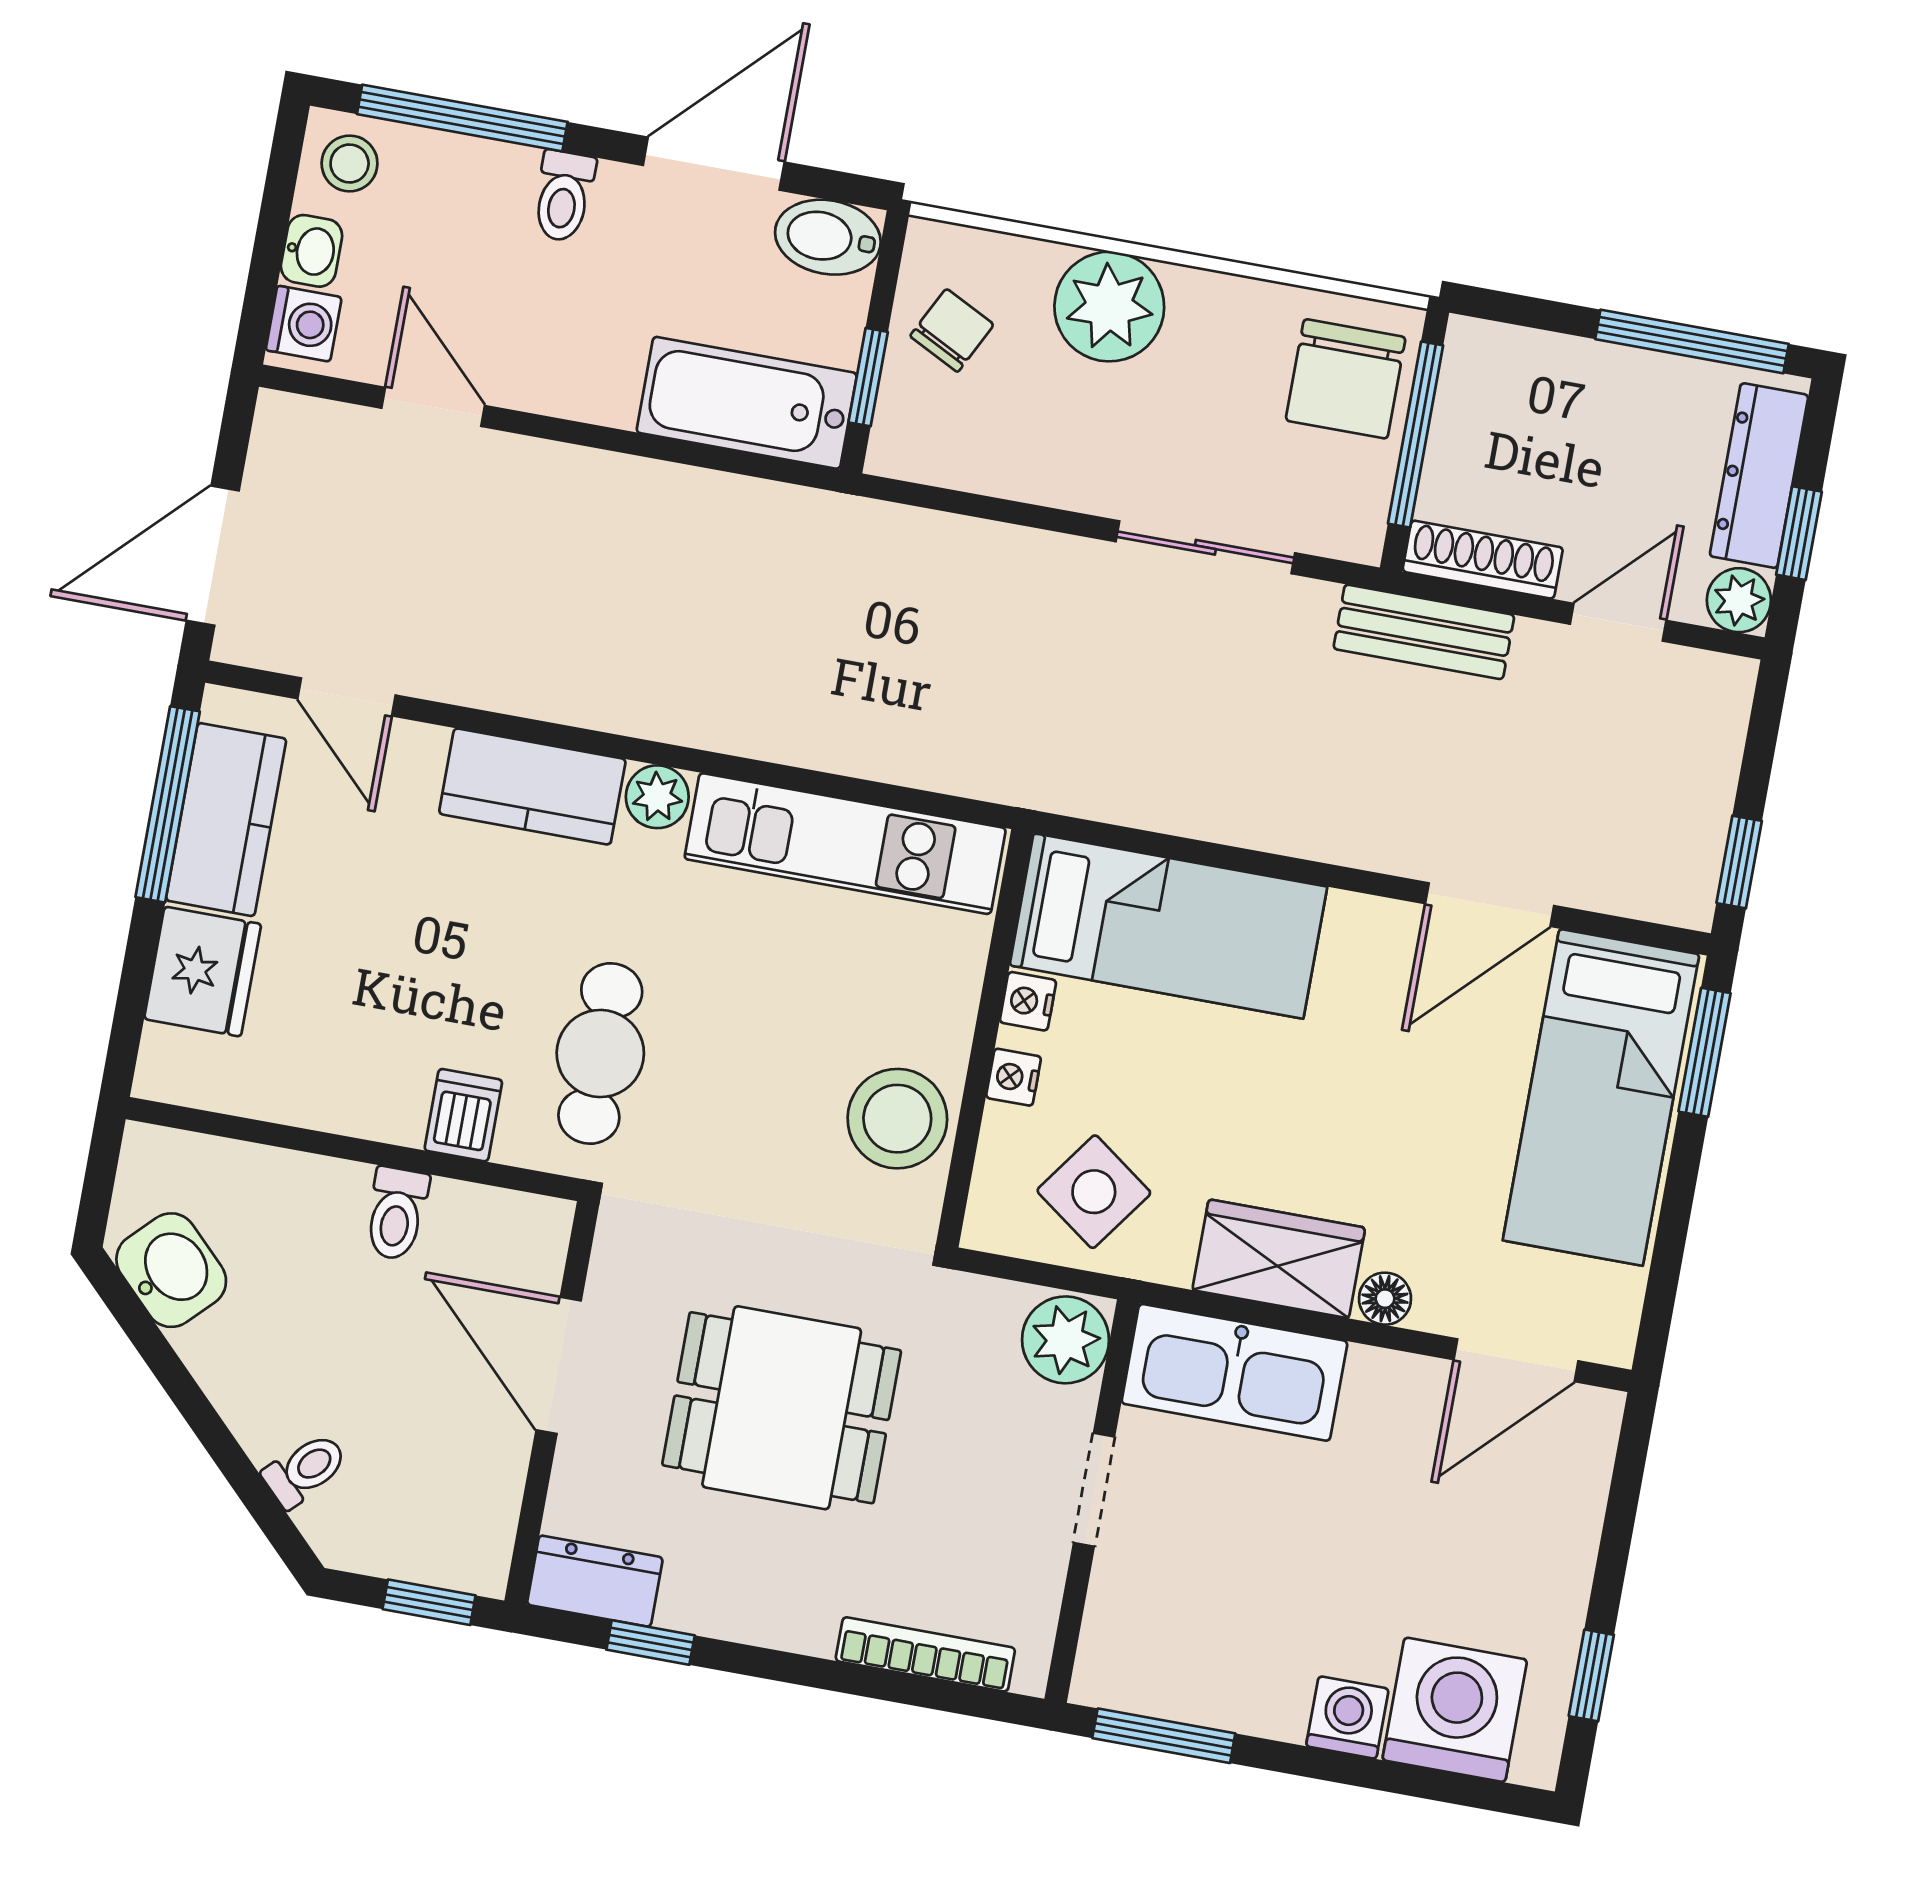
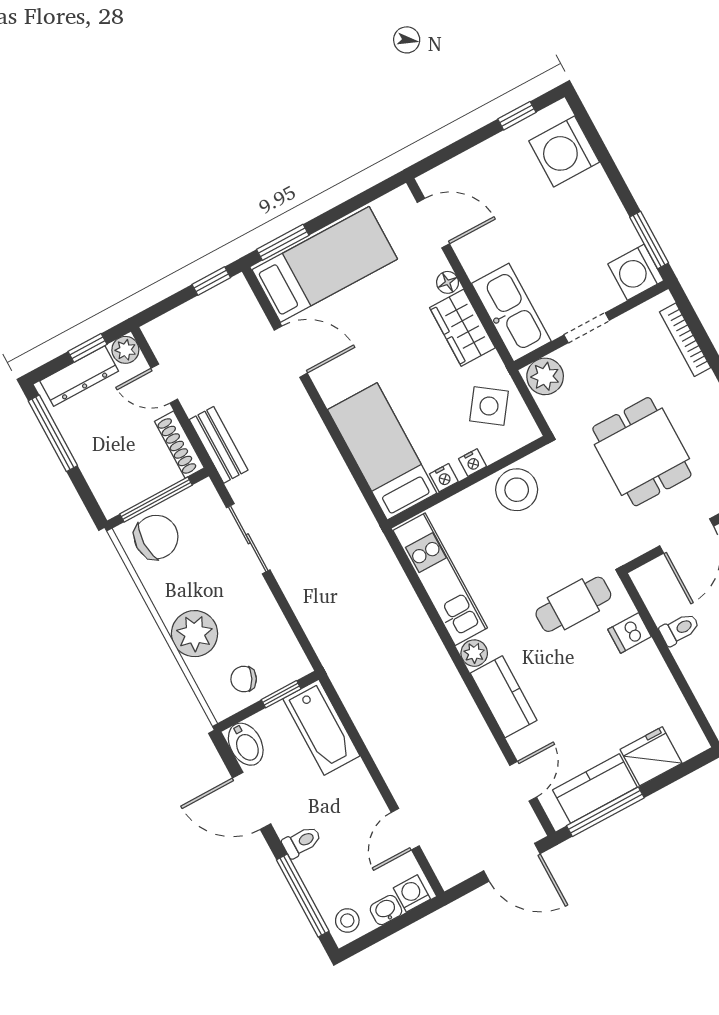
washing machine: (1347, 1718) -> (636, 272), moved, width x1.38, depth x1.38

